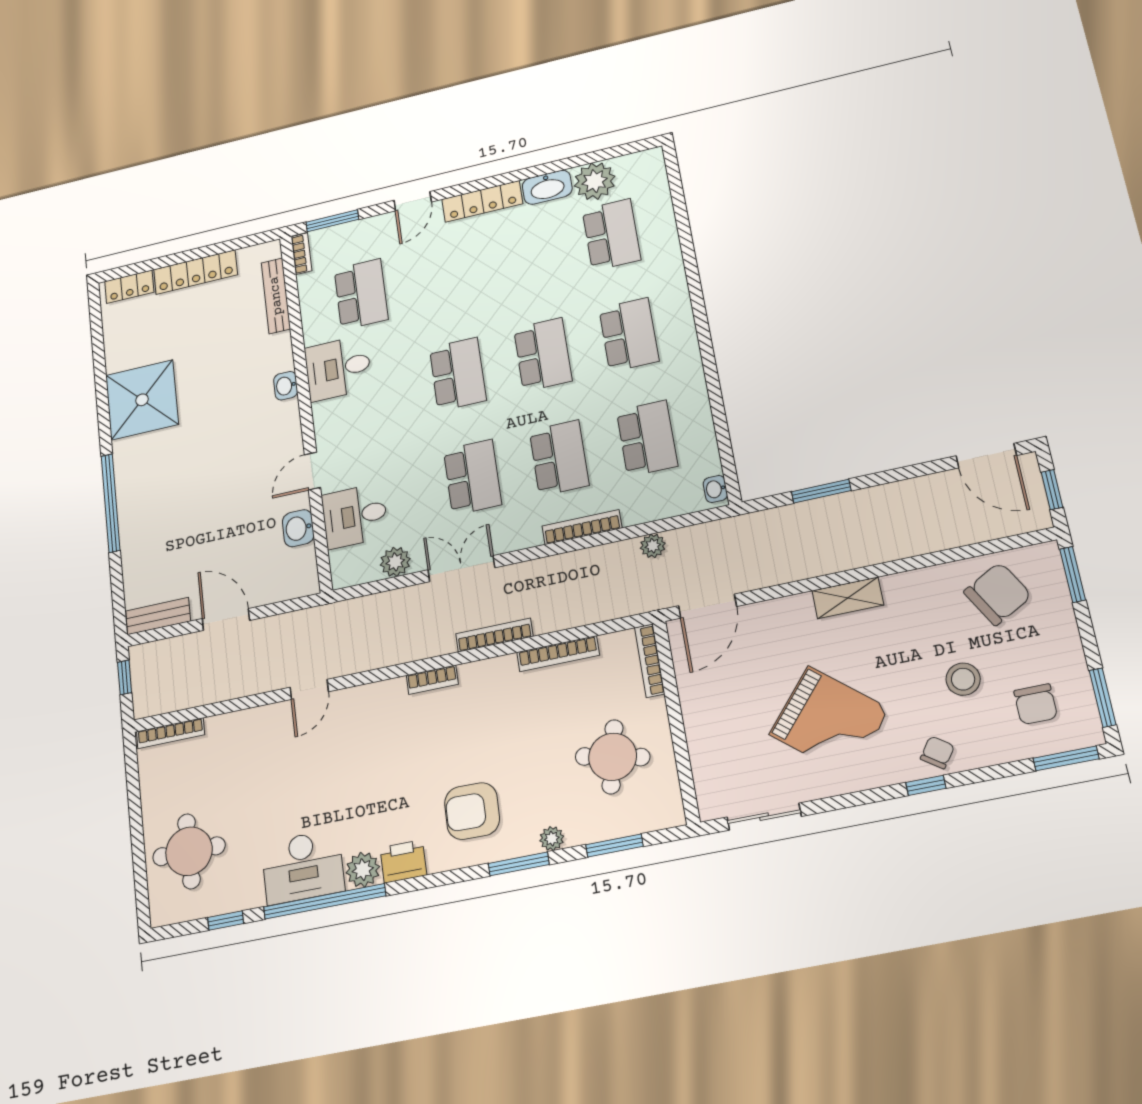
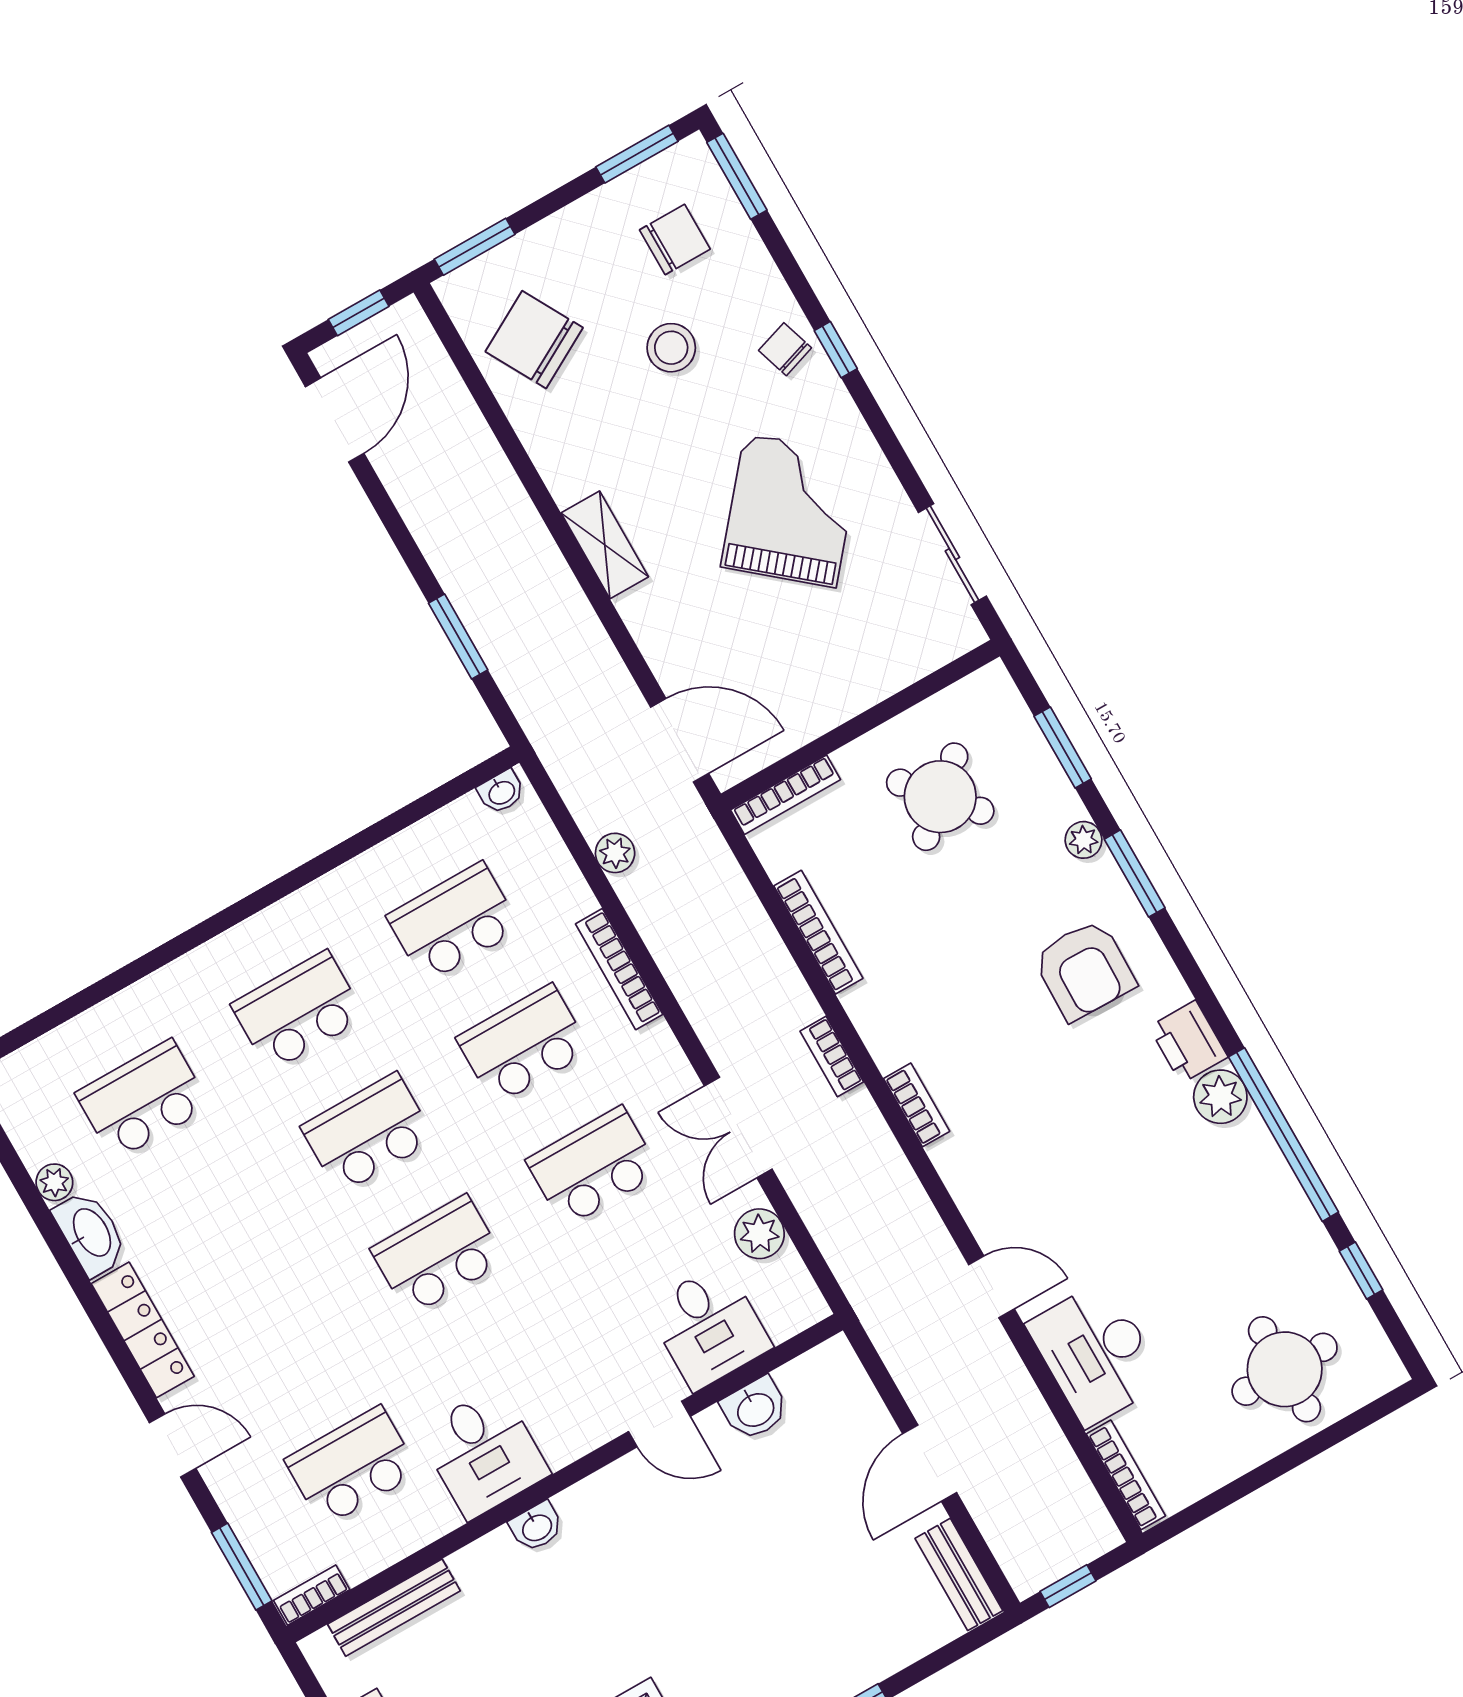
plant: (595, 181) -> (54, 1182), width x0.53, depth x0.53
bookcase: (494, 635) -> (832, 1057), width x0.64
chair: (937, 752) -> (785, 349), turned 37
round table: (613, 757) -> (940, 797), turned 37
desk: (303, 867) -> (1096, 1353), moved, turned 180

